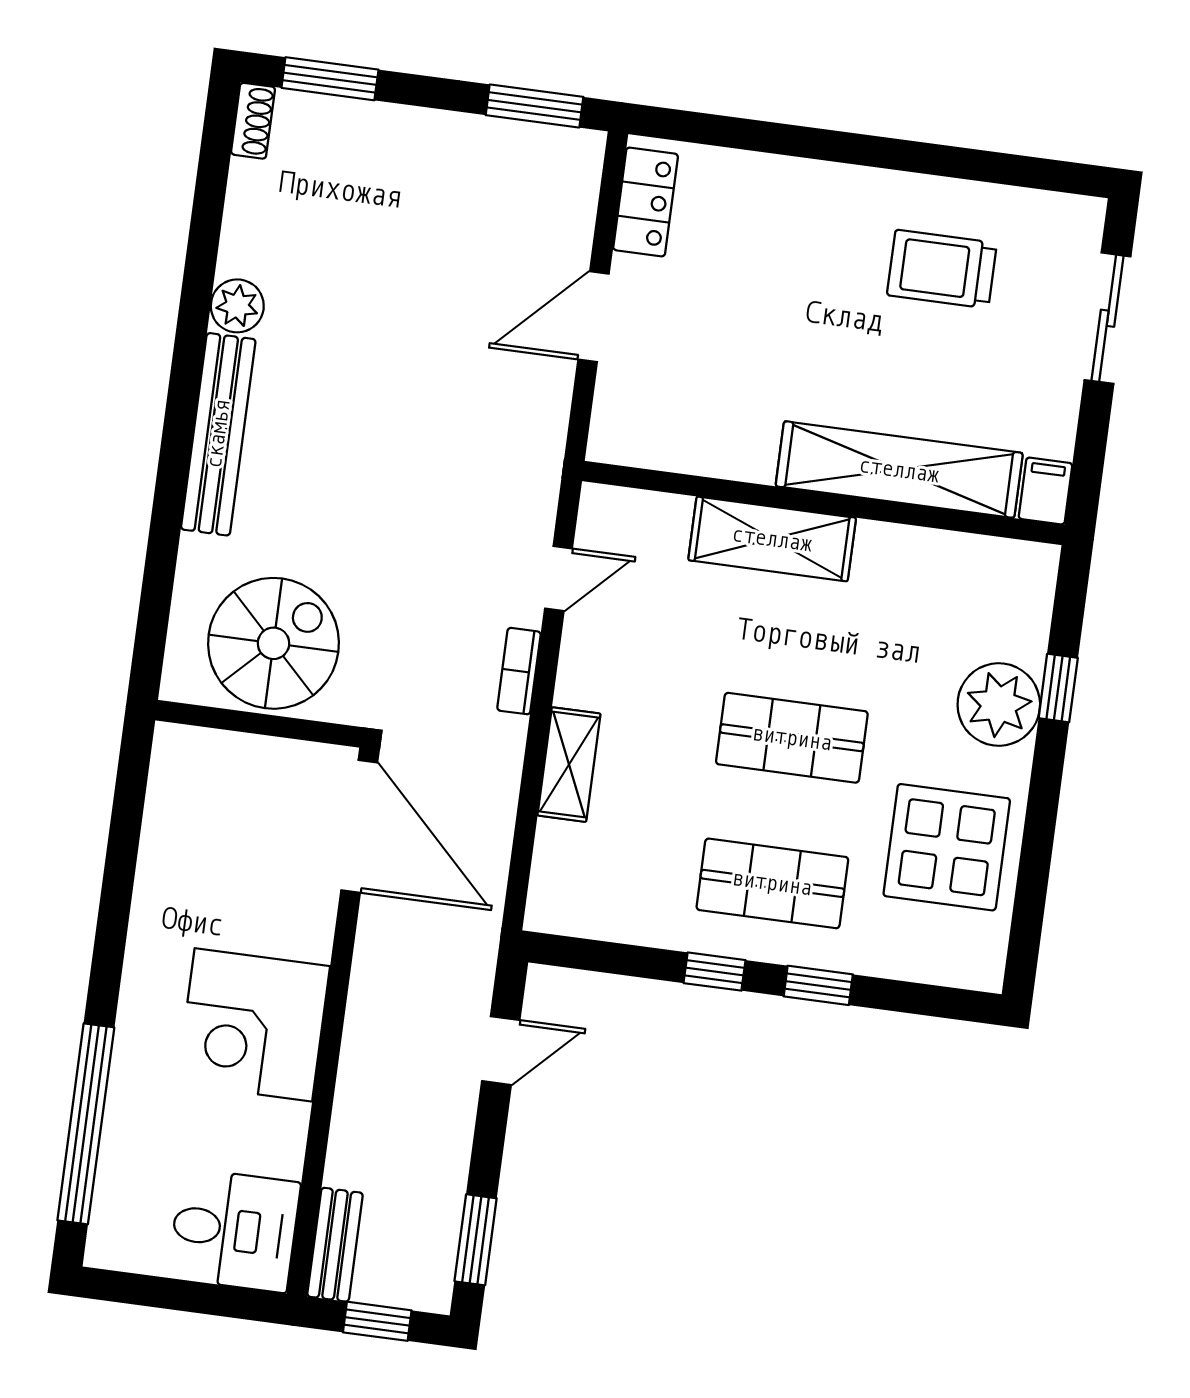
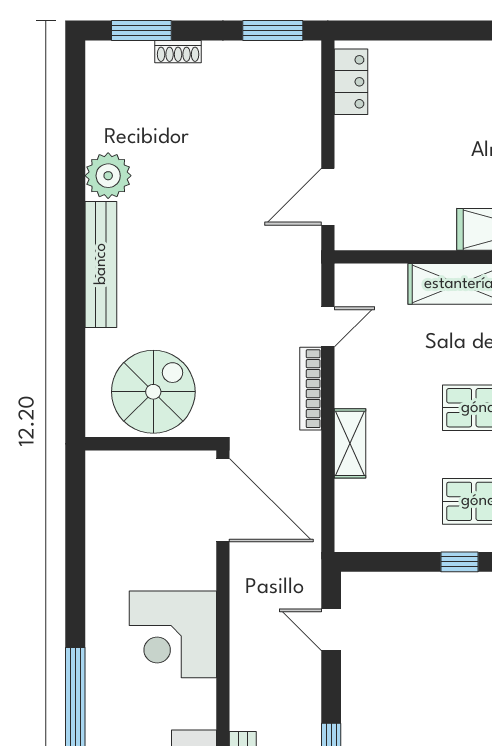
shoe rack: (253, 121) -> (178, 52), moved, turned 90
plant: (237, 306) -> (108, 176), width x1.36, depth x1.36
door: (593, 317) -> (328, 197), moved
bookcase: (519, 671) -> (311, 389), width x1.56
door: (501, 1051) -> (331, 630), swing flipped

